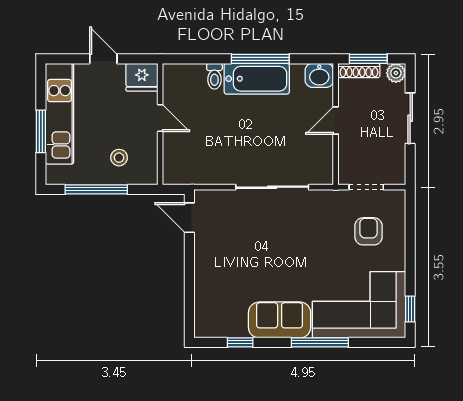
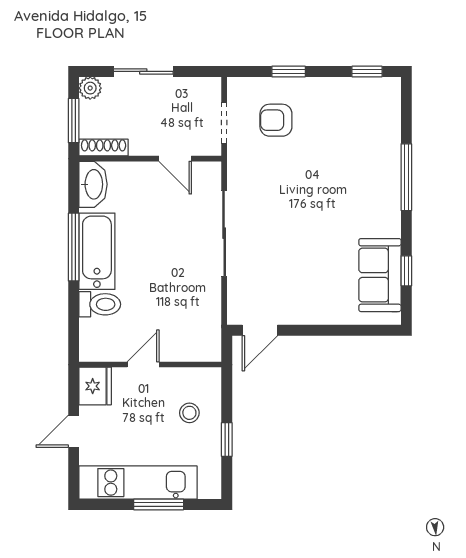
shoe rack: (359, 70) -> (104, 148), moved, turned -90
washbasin: (319, 75) -> (93, 184), width x1.38
toilet: (214, 76) -> (100, 304), width x1.37, depth x1.39
door: (336, 120) -> (175, 159), moved
window: (96, 189) -> (227, 440), width x0.46
window: (410, 242) -> (289, 71), added
corner sofa: (359, 305) -> (362, 131), removed
sofa: (280, 320) -> (380, 275), moved

